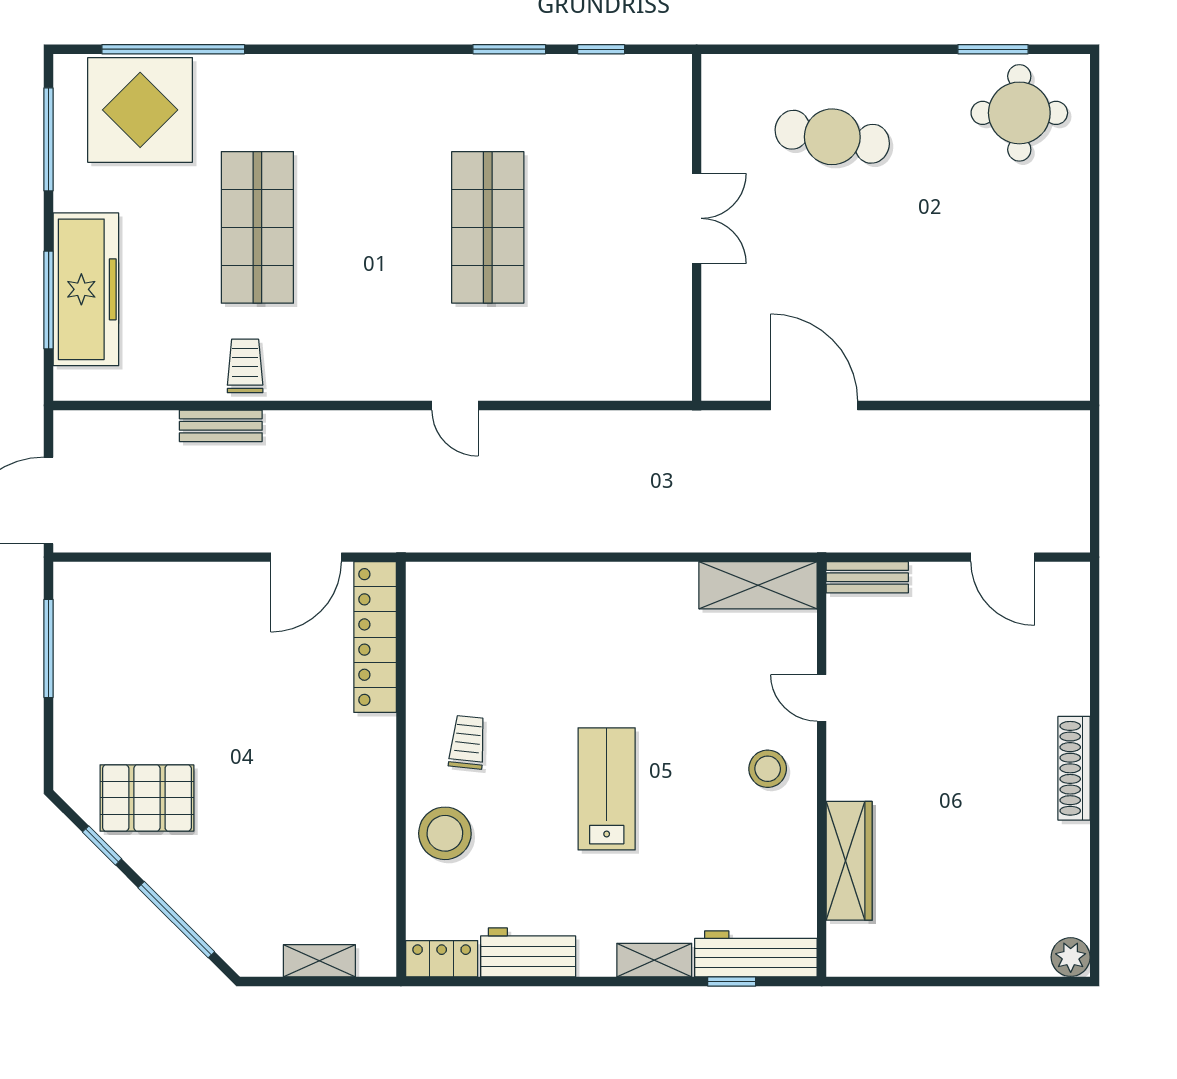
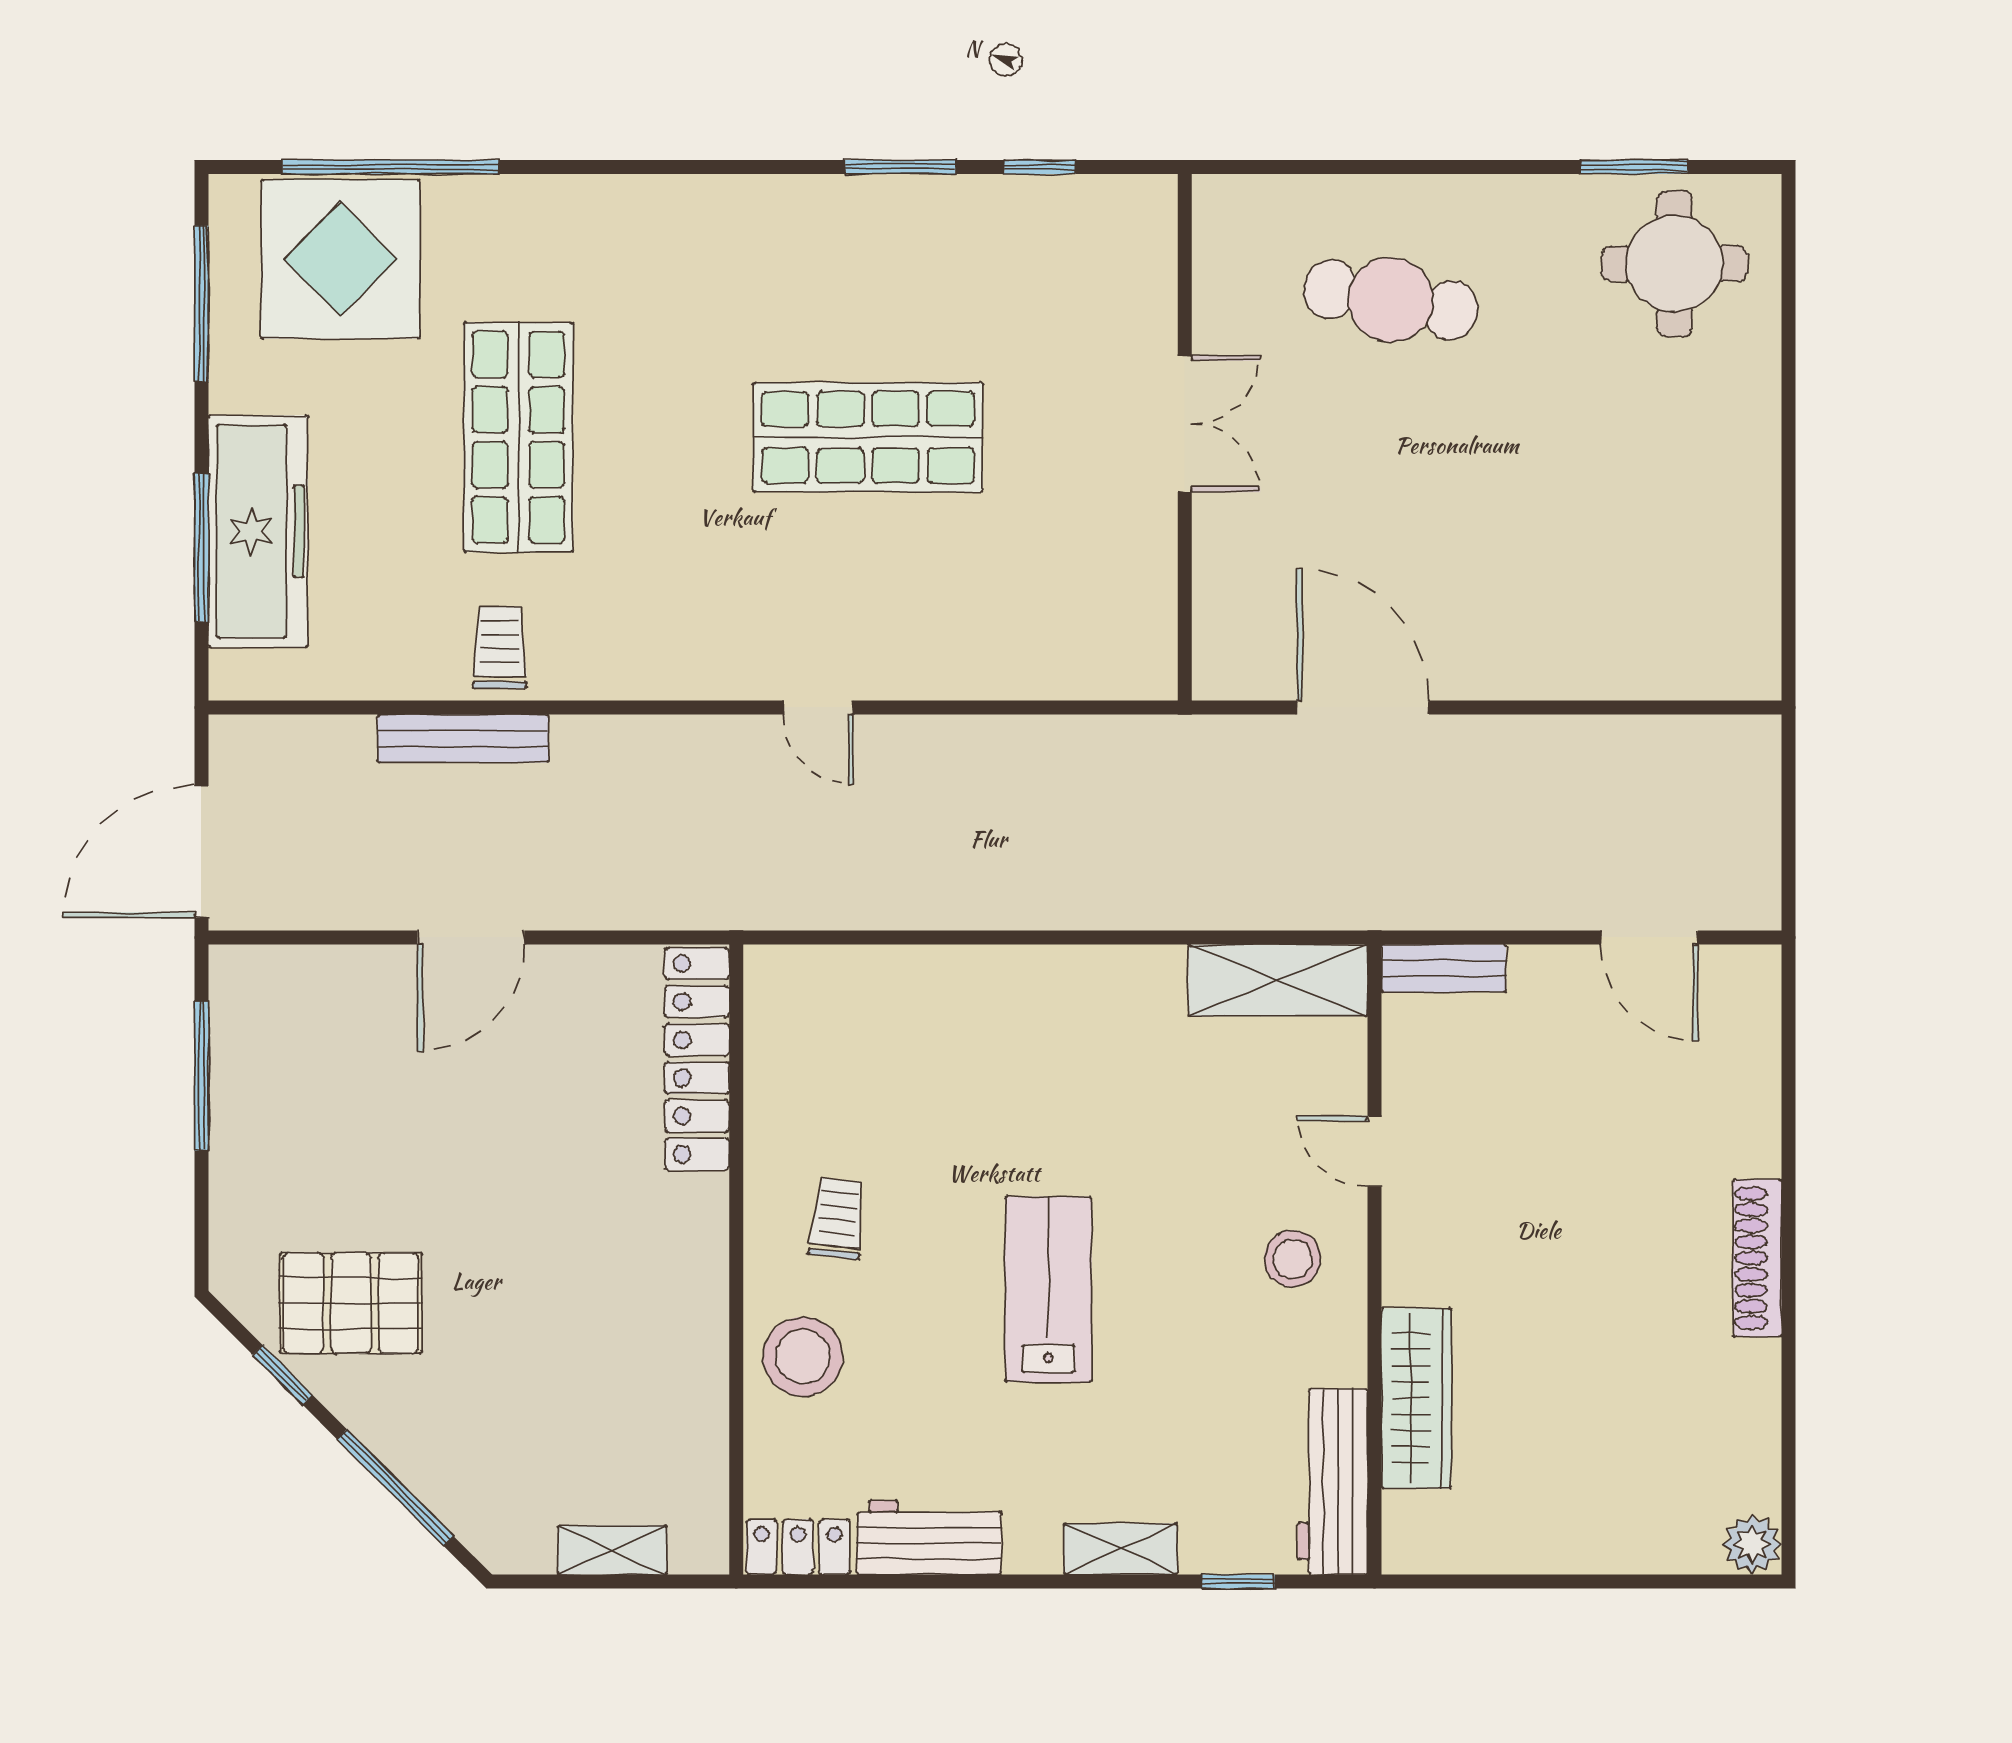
shop shelf: (488, 227) -> (868, 437), turned 90
bench: (221, 426) -> (463, 738), width x1.36
door: (306, 557) -> (471, 937), moved
workbench: (756, 954) -> (1333, 1482), moved, turned -90

